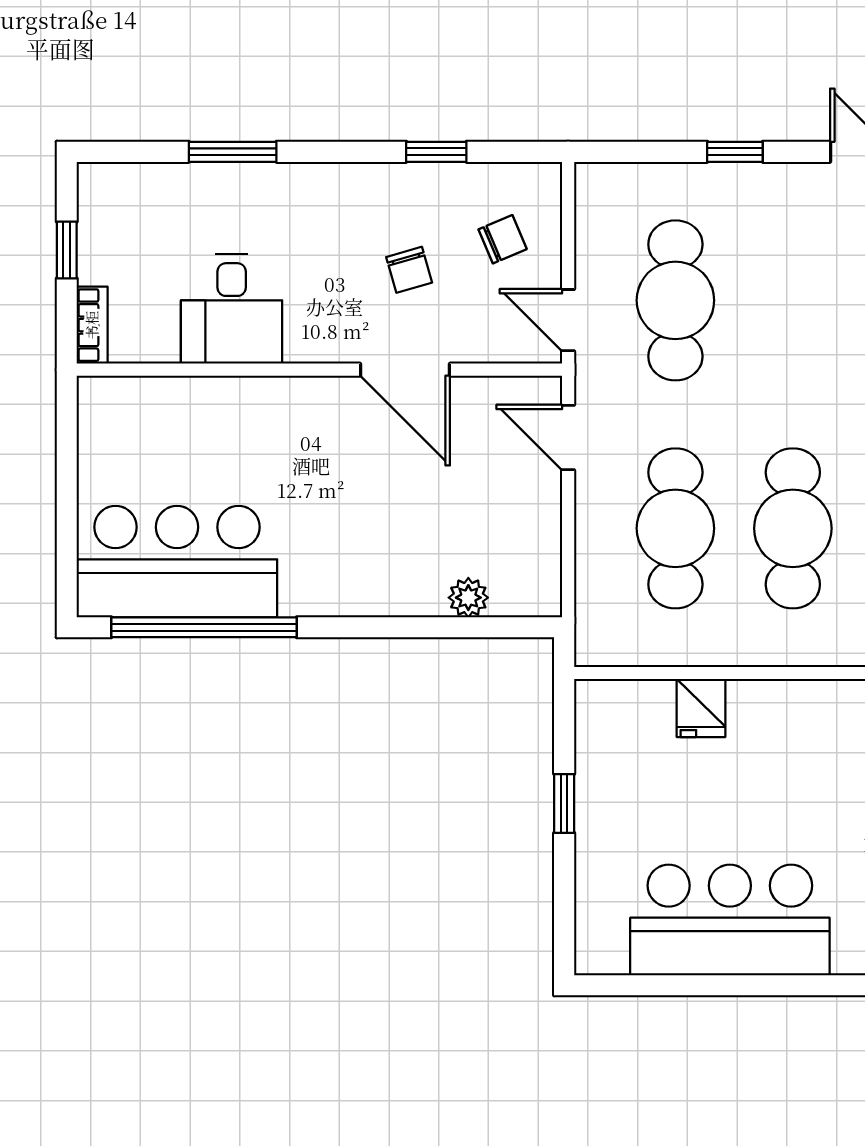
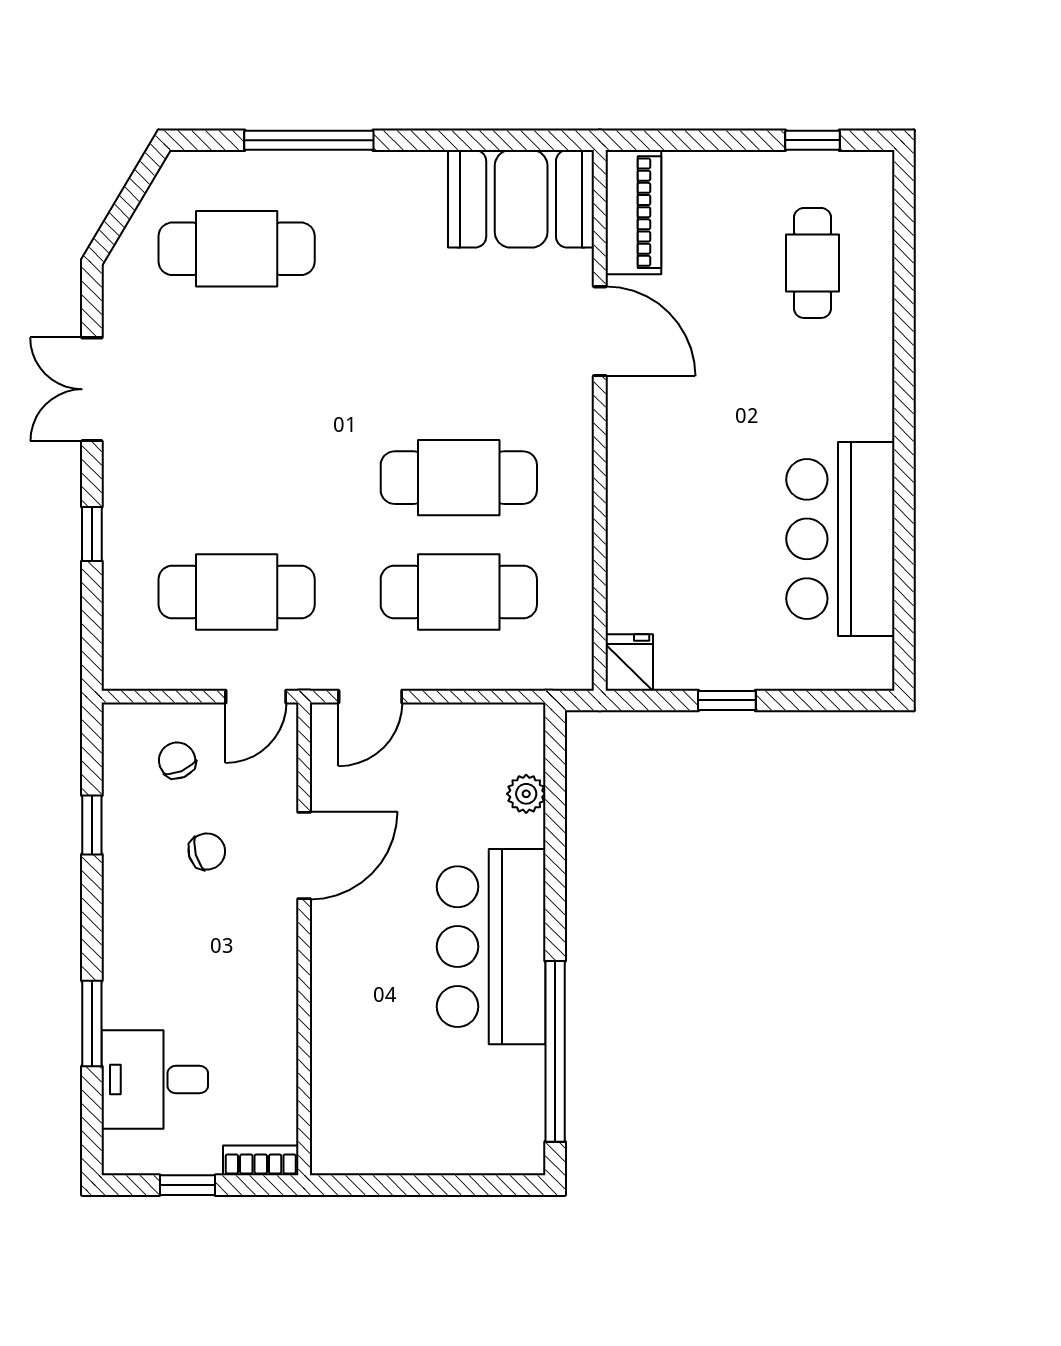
desk: (232, 309) -> (155, 1080), moved, turned 180
bar counter: (177, 562) -> (491, 947), moved
fridge: (701, 708) -> (629, 662), moved, turned -90

